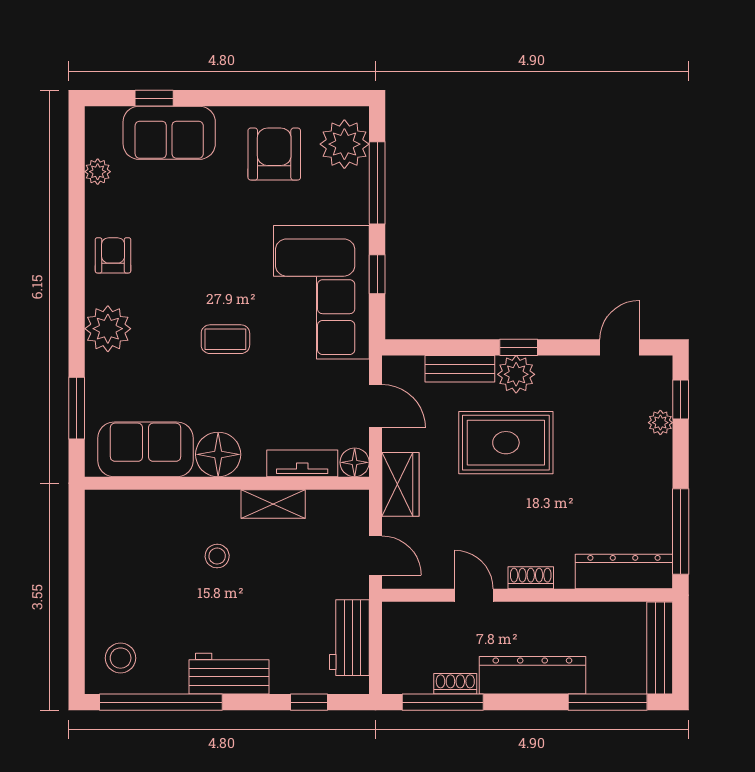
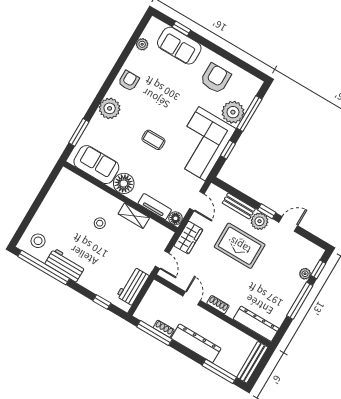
plant: (344, 144) -> (233, 112), moved
door: (619, 347) -> (288, 224), moved
window: (681, 532) -> (300, 301), moved
workbench: (229, 674) -> (65, 265), moved

